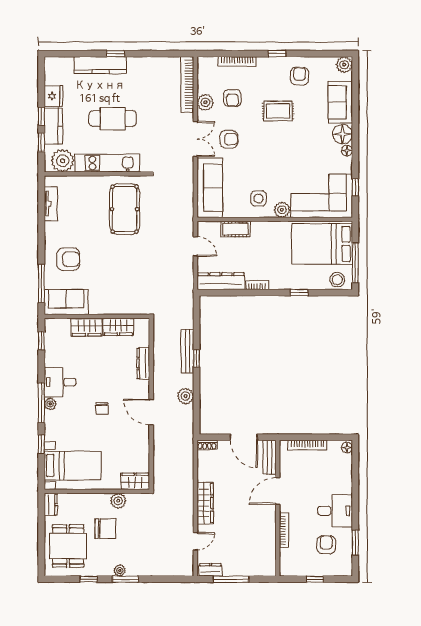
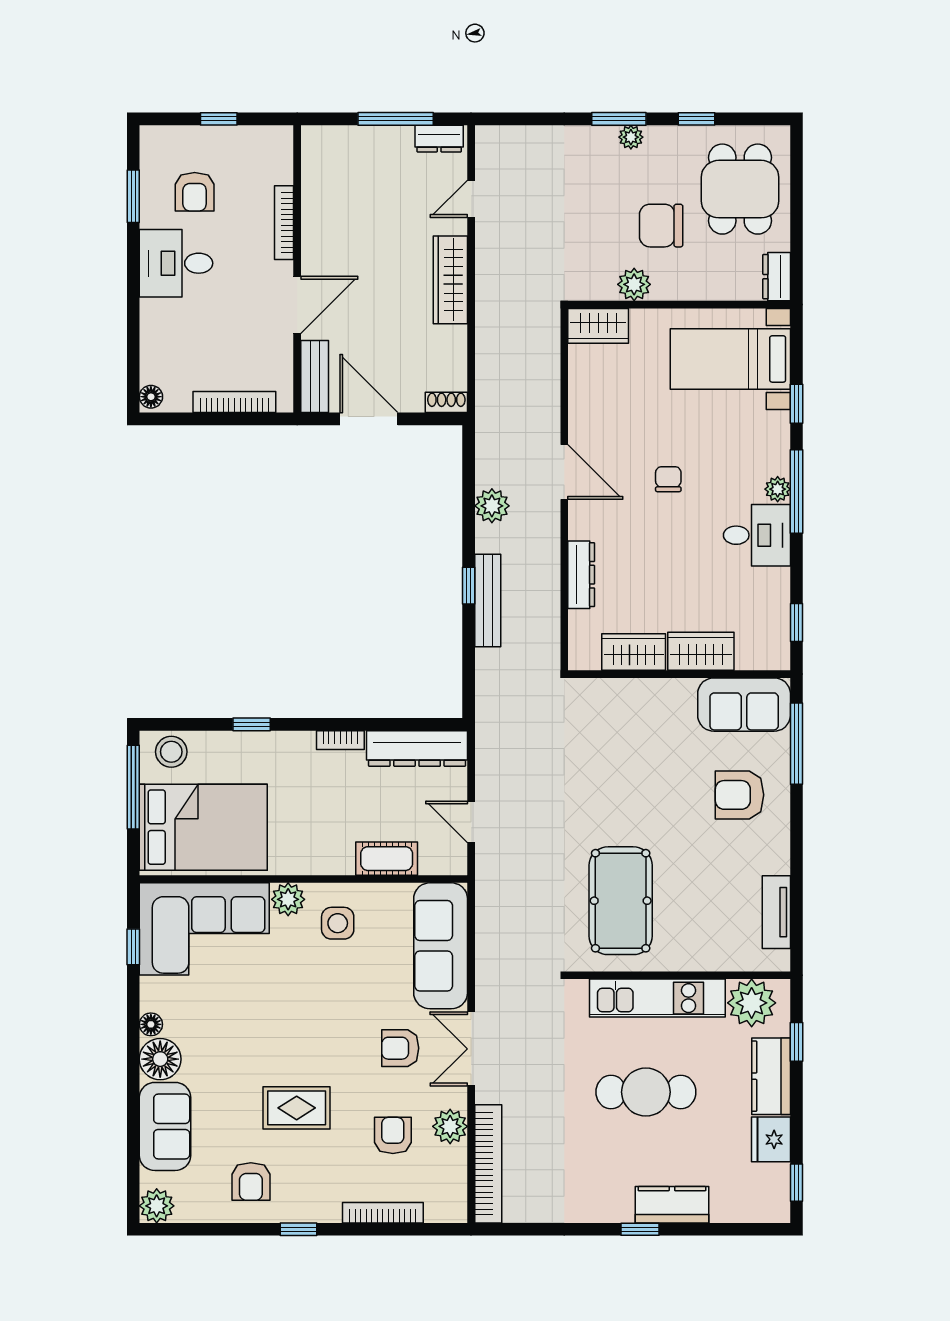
kitchen counter: (100, 65) -> (672, 1205), width x0.67
window: (41, 116) -> (796, 1183), moved

